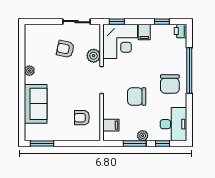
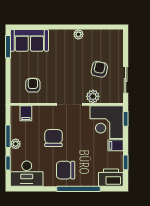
printer: (181, 31) -> (111, 178), width x1.87, depth x1.48
sofa: (36, 104) -> (29, 40), moved

